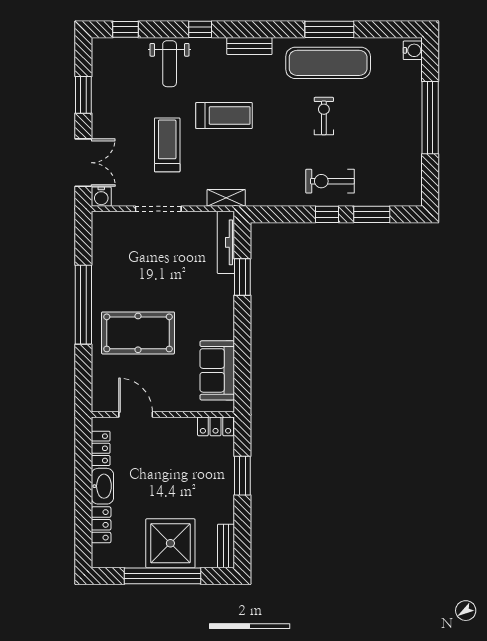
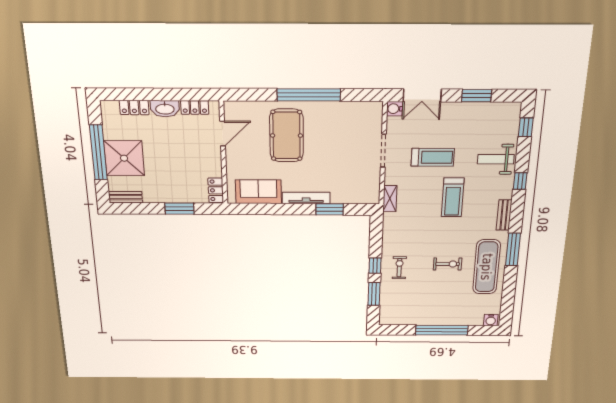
window: (329, 29) -> (513, 249), moved
exercise bike: (330, 181) -> (399, 268), width x0.73, depth x0.72
tv unit: (226, 242) -> (306, 198), moved

